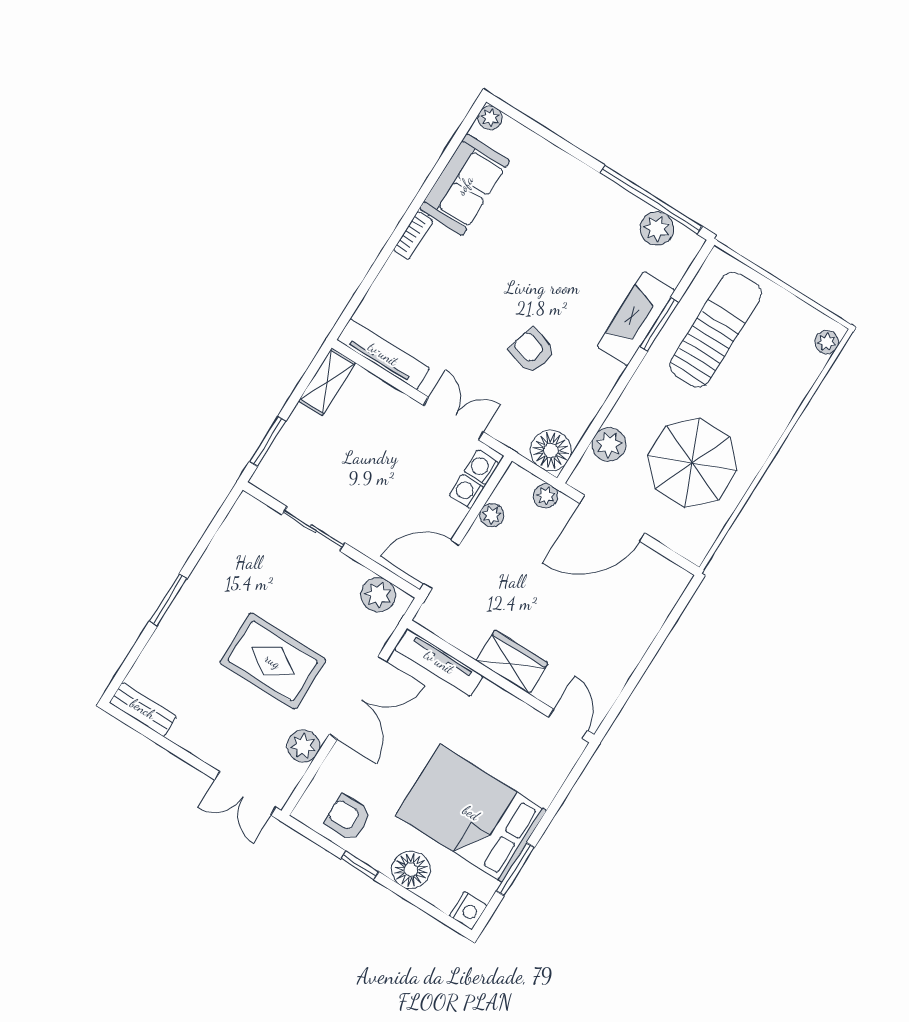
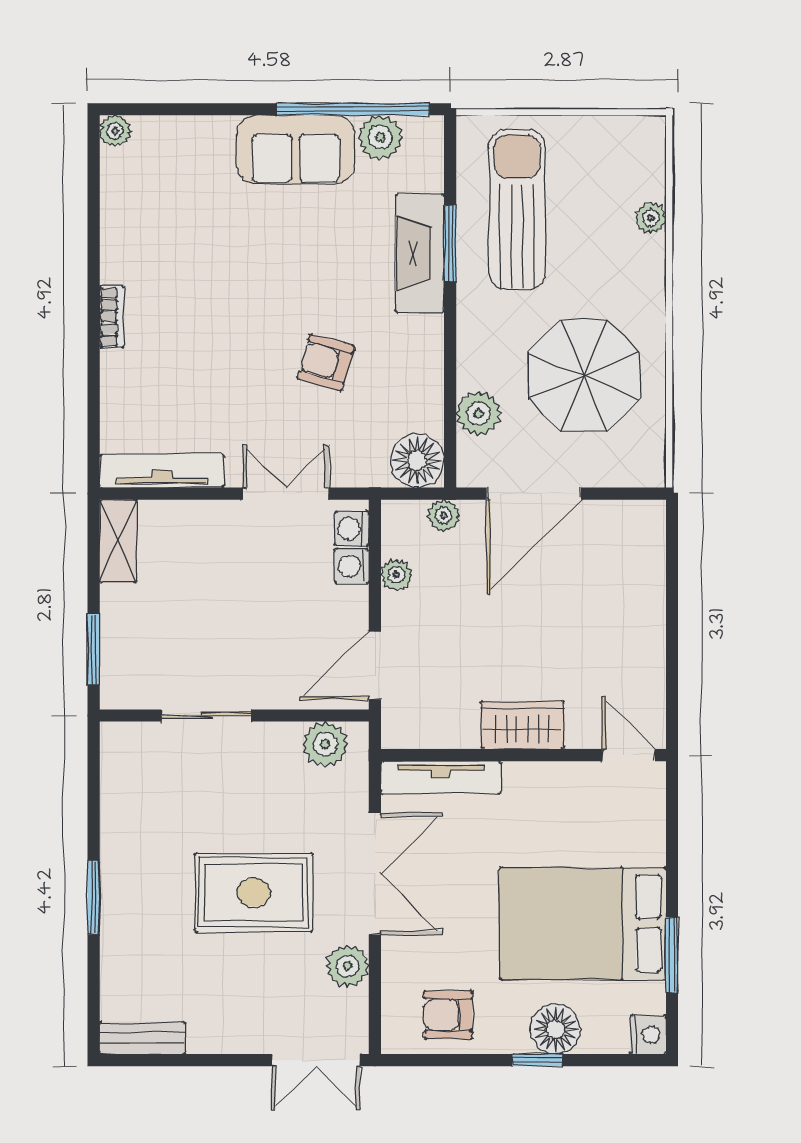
sofa: (465, 185) -> (296, 149), moved, turned 90
plant: (827, 342) -> (651, 218), moved
window: (360, 865) -> (538, 1060), moved

